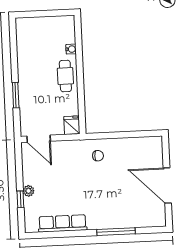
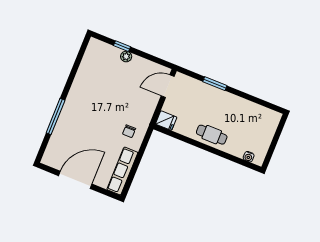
water cooler: (71, 49) -> (249, 157), moved
row of seats: (63, 223) -> (122, 171), moved, turned 180

